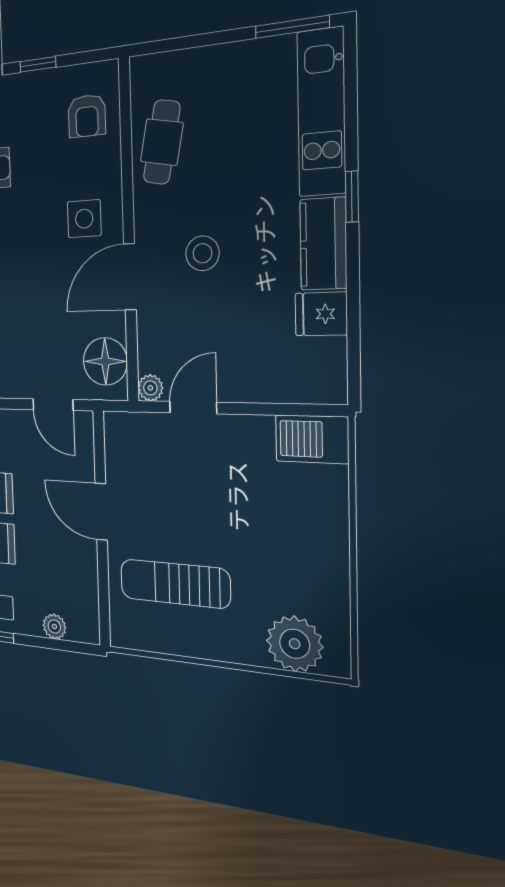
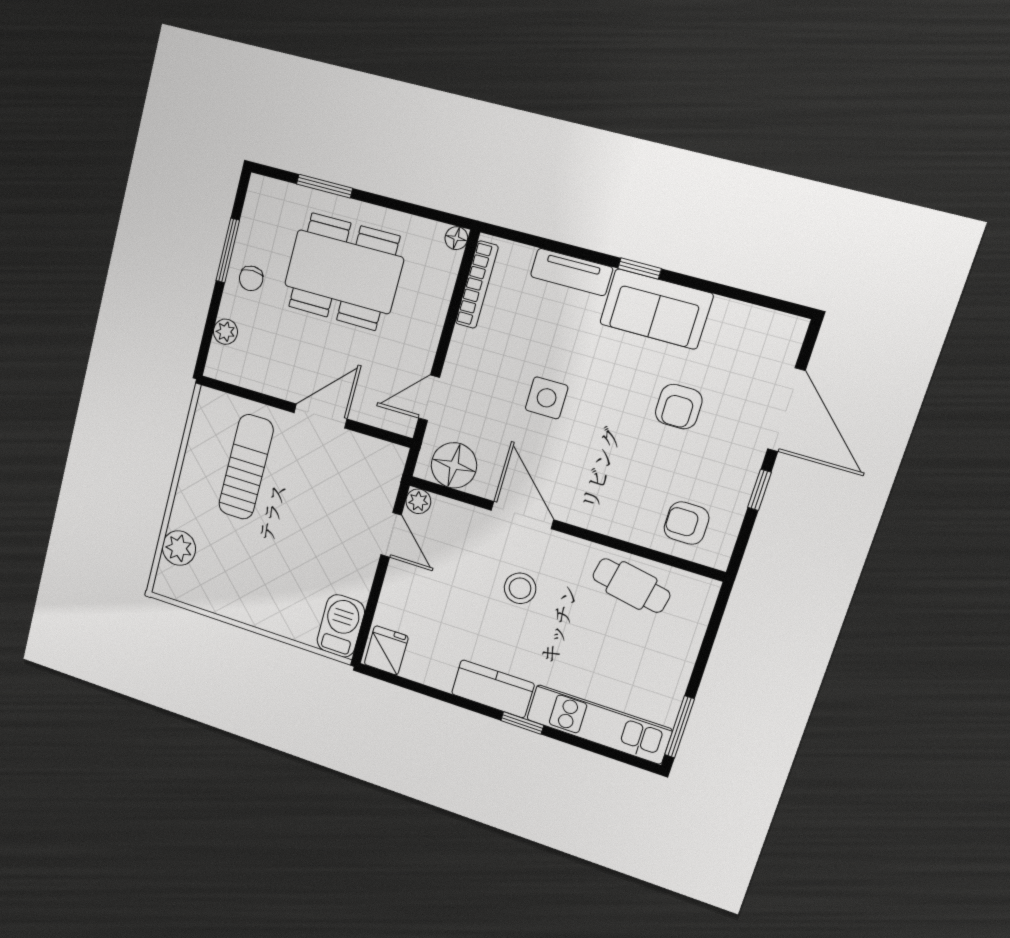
side table: (84, 219) -> (547, 398), moved
fridge: (321, 314) -> (386, 650), moved
plant: (295, 644) -> (179, 548), width x0.73, depth x0.73

